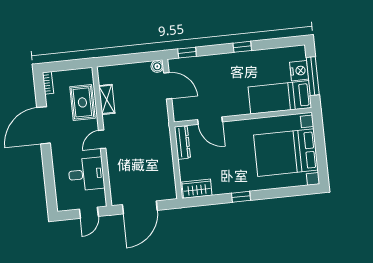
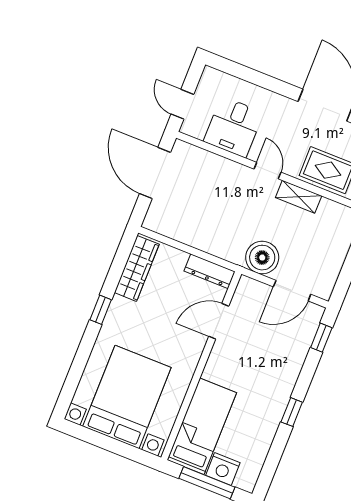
boiler: (157, 66) -> (262, 258), moved, width x1.86, depth x1.86
shelving: (107, 99) -> (299, 197), moved
wardrobe: (197, 189) -> (137, 268), width x1.50

